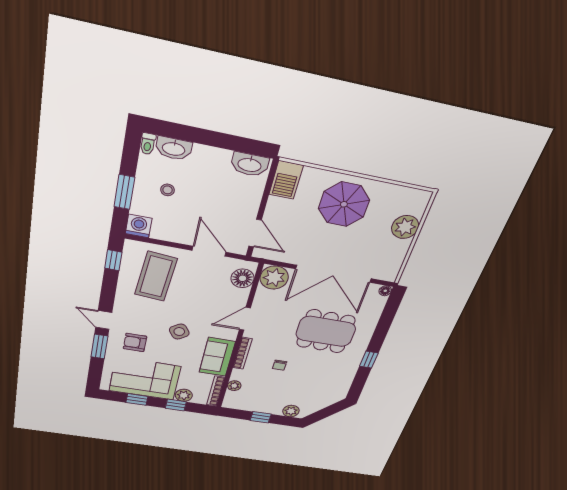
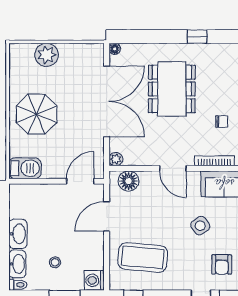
washbasin: (250, 164) -> (18, 234), moved
plant: (274, 278) -> (116, 159), width x0.53, depth x0.53

